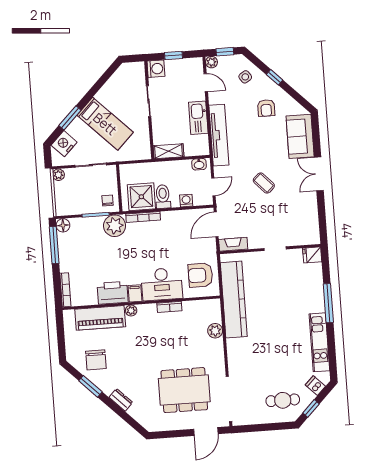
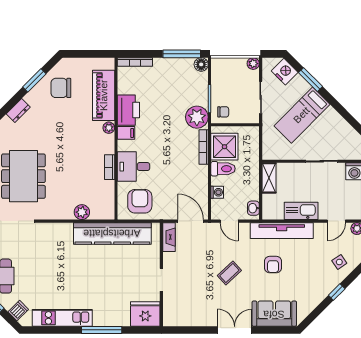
armchair: (266, 108) -> (273, 265), moved, turned -90
fridge: (312, 255) -> (145, 314), width x1.88, depth x1.34
desk: (162, 284) -> (134, 167), width x0.73

